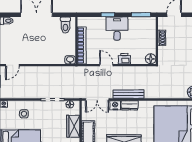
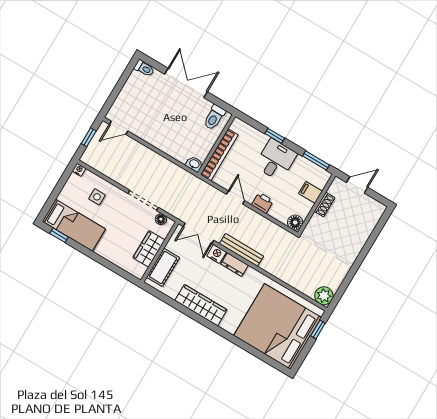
filing cabinet: (149, 36) -> (311, 192), added

